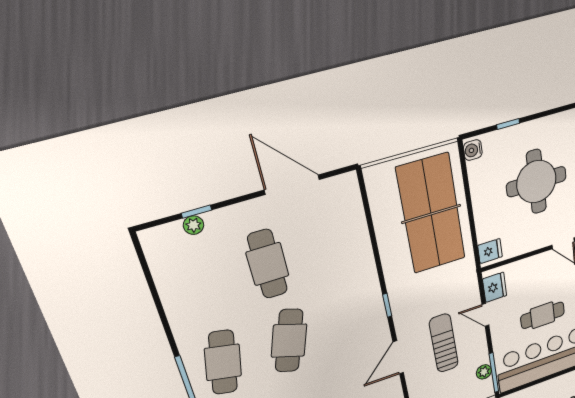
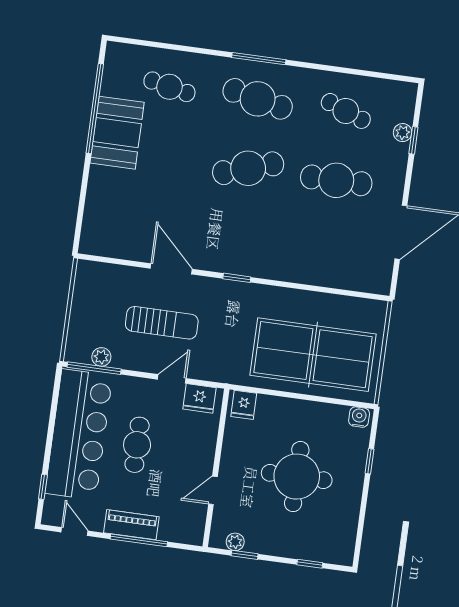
cafe table: (197, 285) -> (346, 111), added
cafe table: (289, 341) -> (248, 168), turned -36

